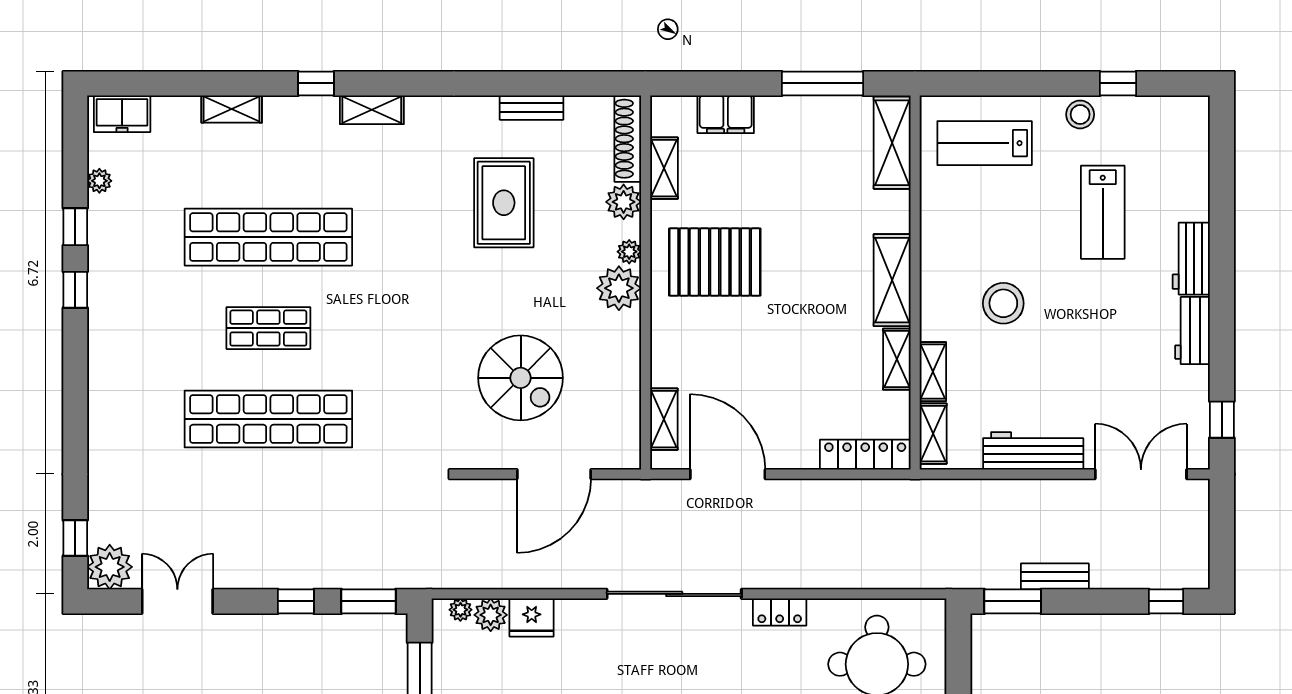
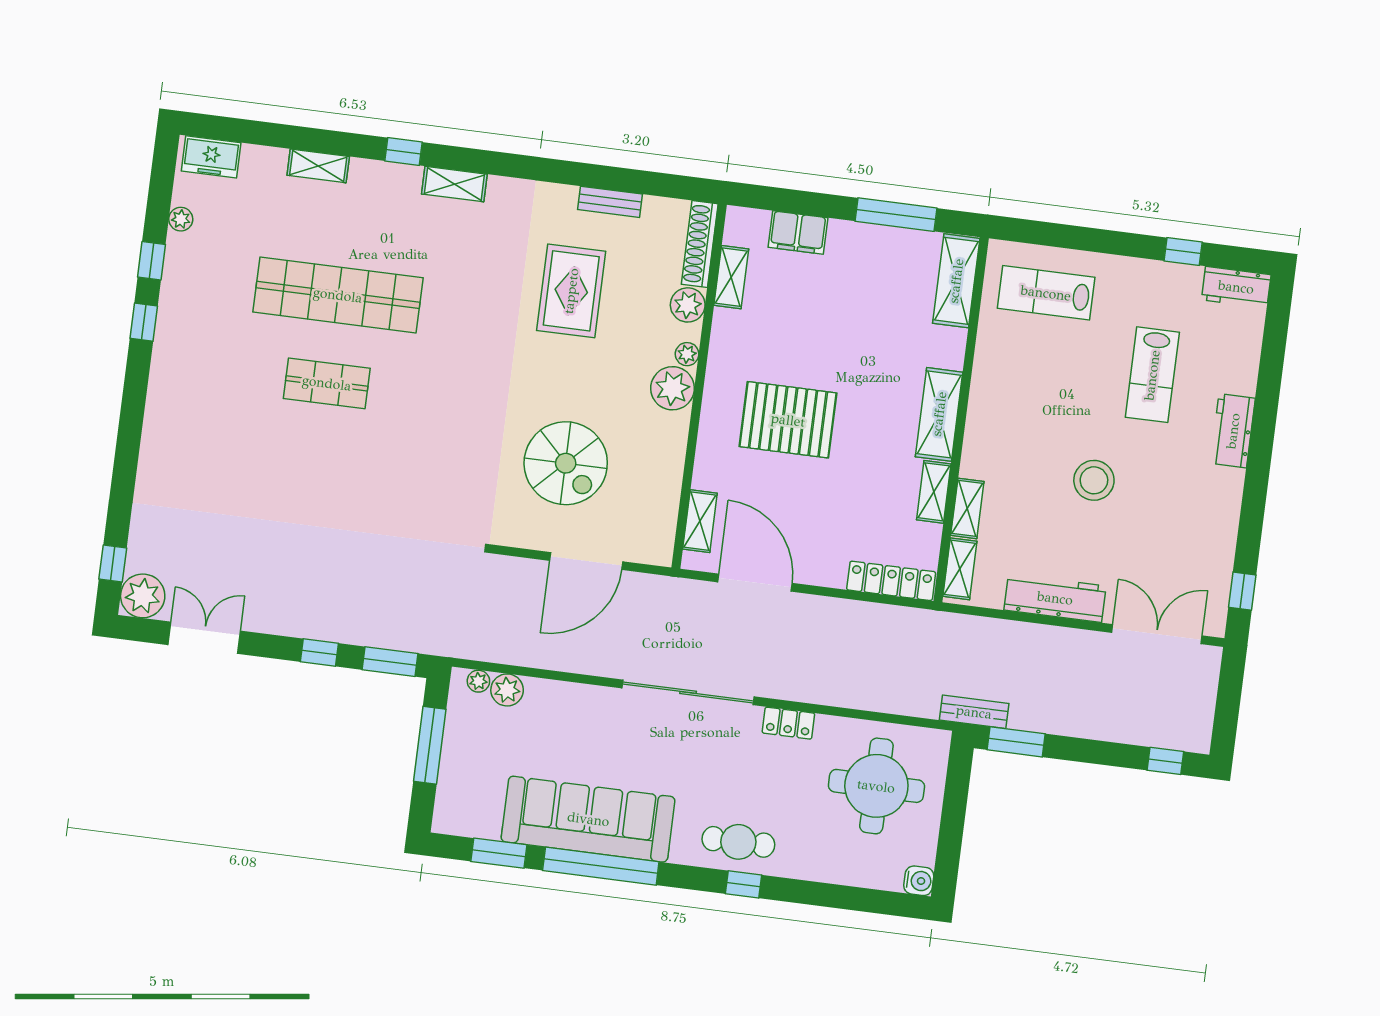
stool: (1080, 114) -> (1143, 277), removed
pallet: (715, 262) -> (788, 420), moved
stool: (1003, 303) -> (1094, 480), moved
workbench: (1193, 331) -> (1236, 287), moved, turned -90
shop shelf: (268, 419) -> (315, 472), removed
bench: (1055, 576) -> (974, 712), moved
fridge: (532, 618) -> (547, 698), removed

